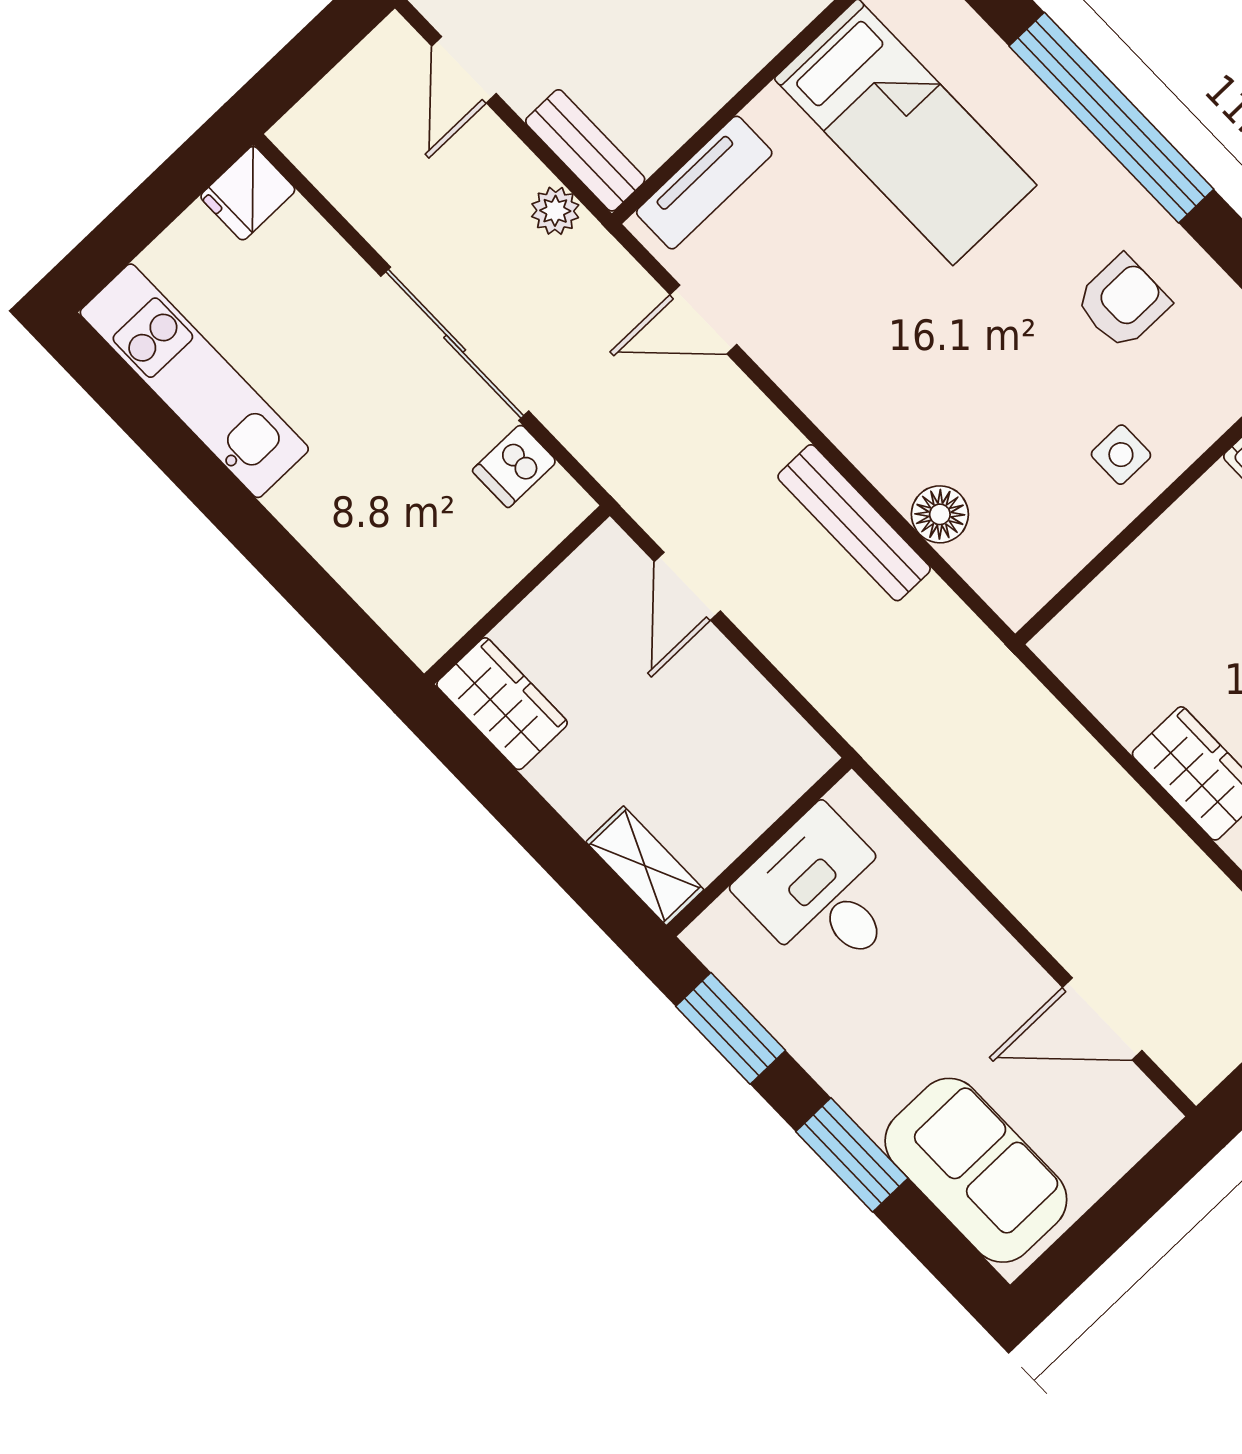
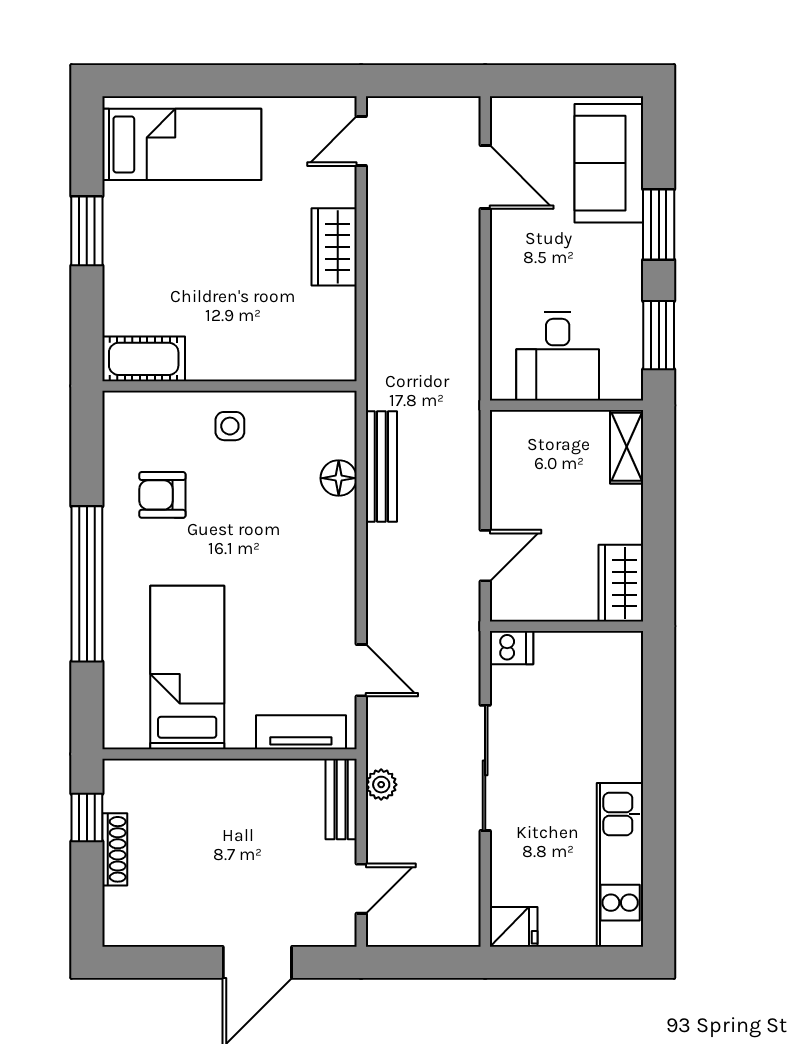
dishwasher: (514, 466) -> (511, 648), moved
bench: (854, 523) -> (381, 467), moved

